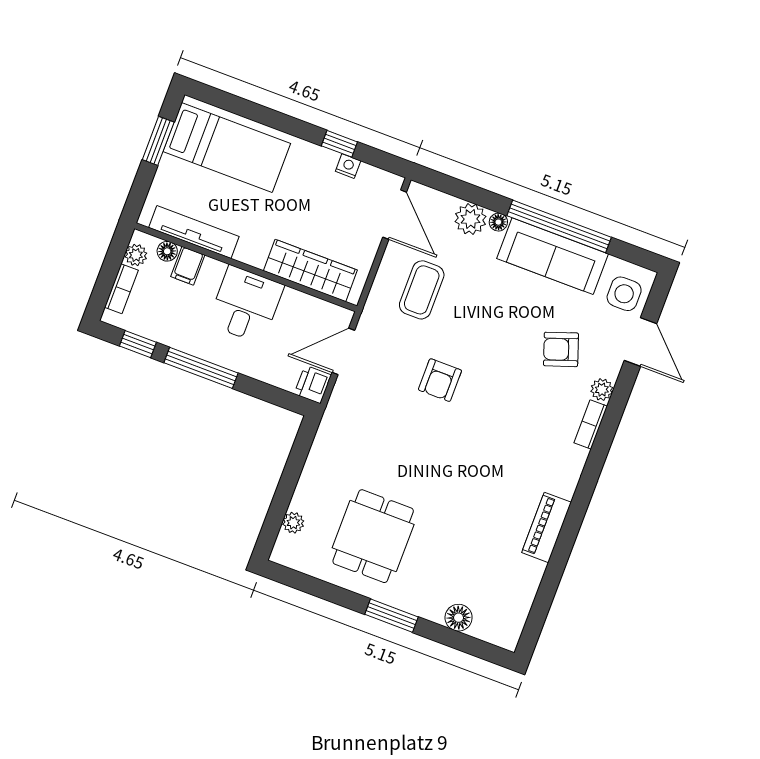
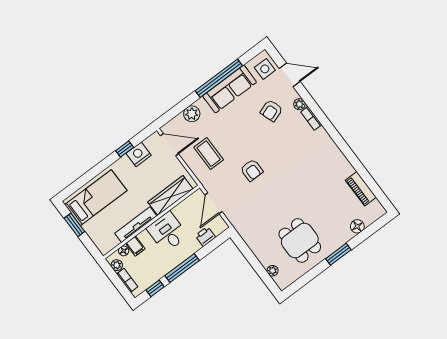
nightstand: (348, 166) -> (139, 154), width x1.89, depth x1.79
floor lamp: (498, 222) -> (201, 103), removed
tv unit: (194, 232) -> (136, 225), moved
printer: (313, 384) -> (205, 236), moved, turned 90
piano: (546, 527) -> (361, 189), moved

